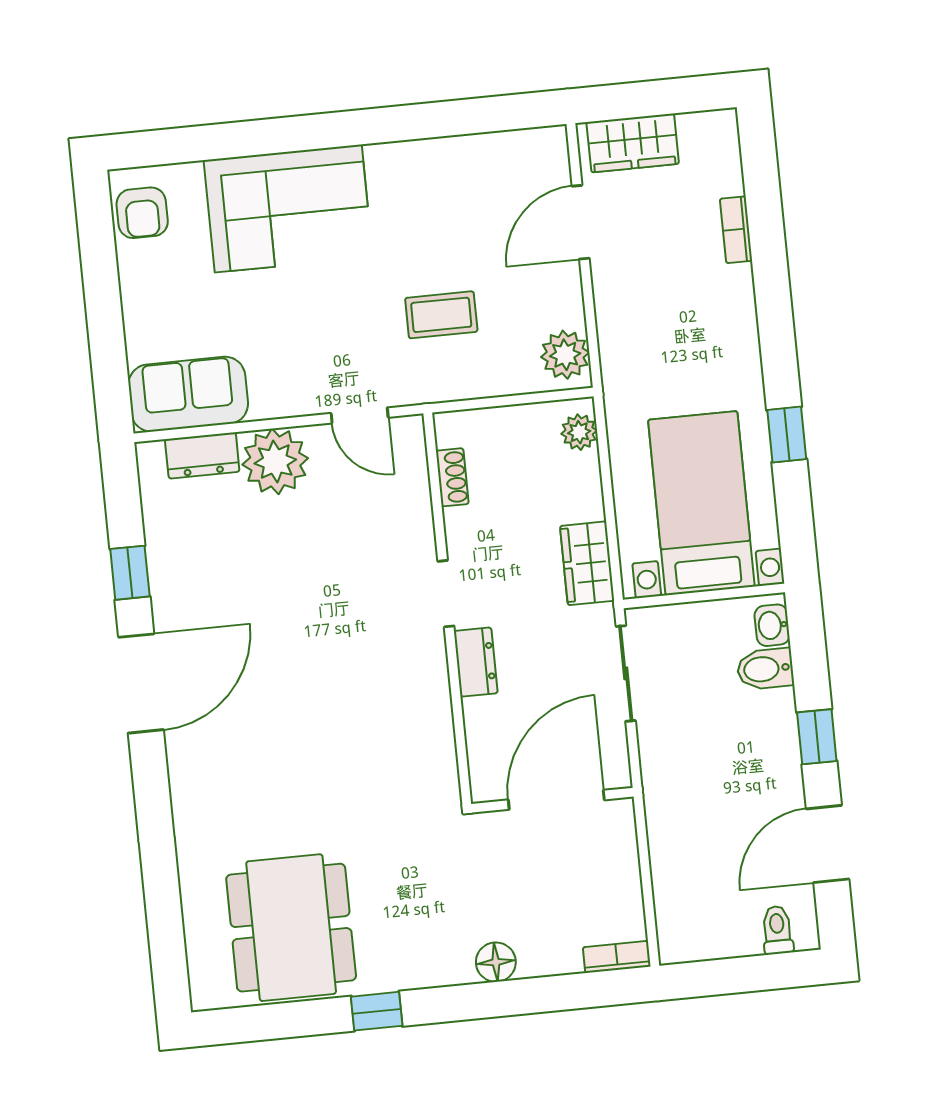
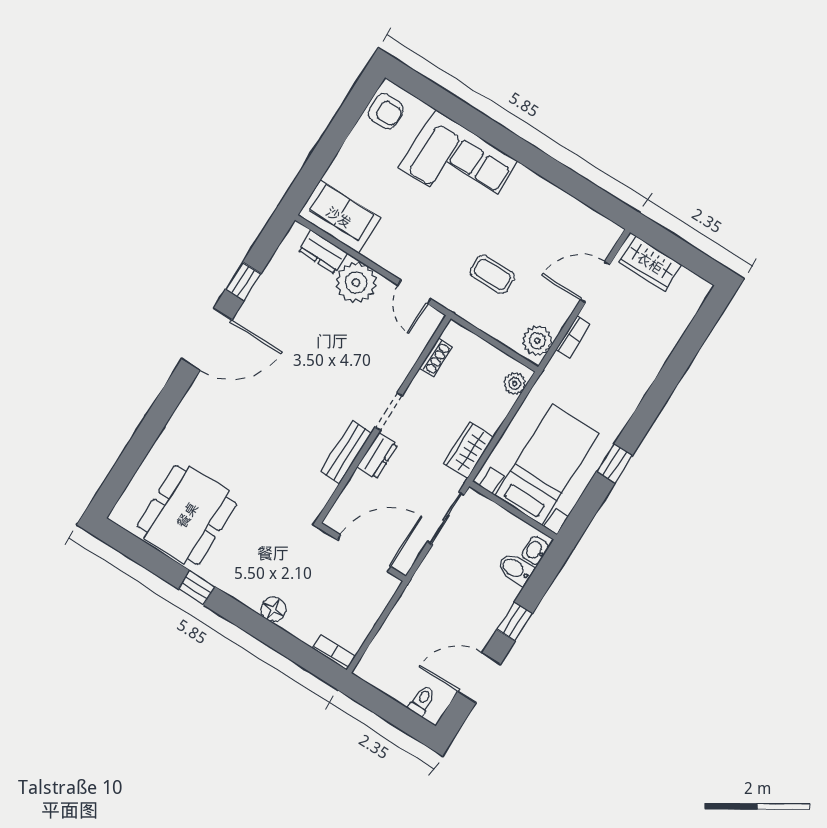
armchair: (142, 213) -> (386, 111), turned -90
bookcase: (736, 230) -> (573, 337), moved, turned 180
bench: (432, 688) -> (346, 452), added

